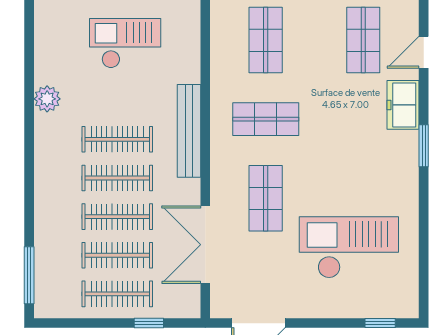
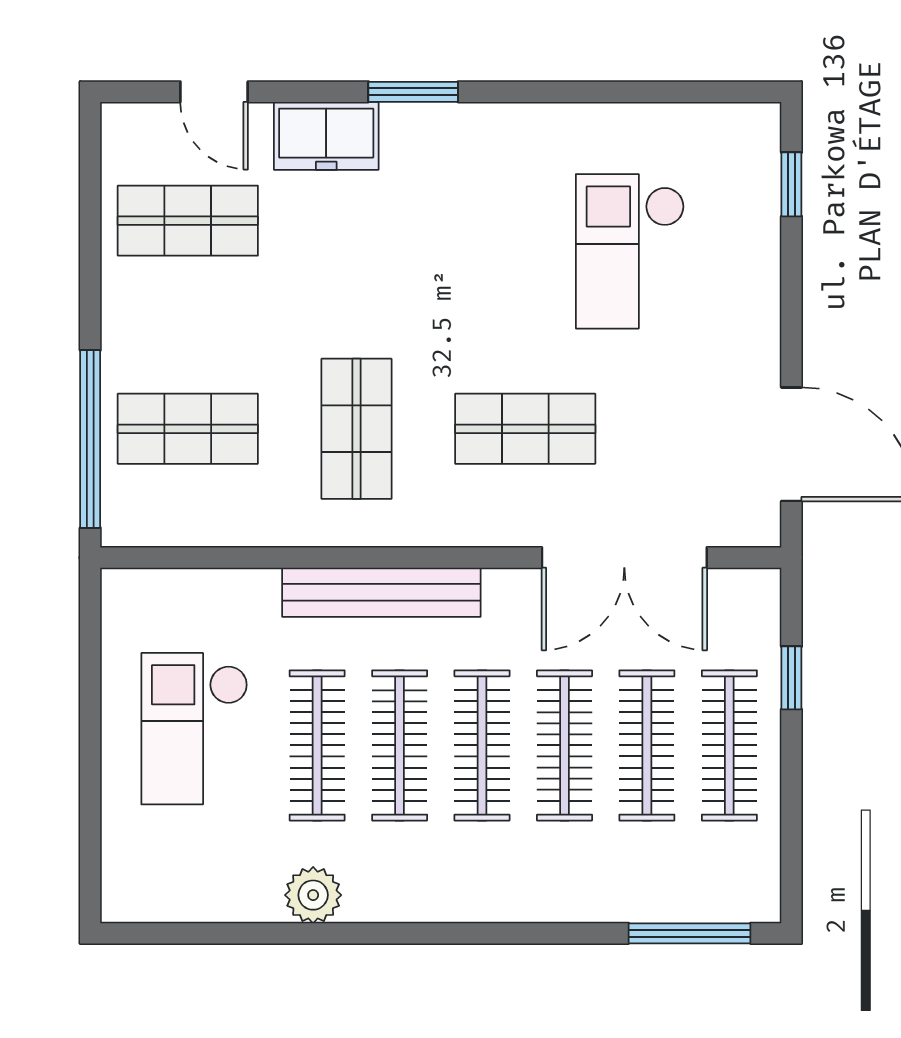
clothes rail: (117, 101) -> (317, 745), added
checkout: (349, 247) -> (630, 251), width x0.73, depth x0.83

